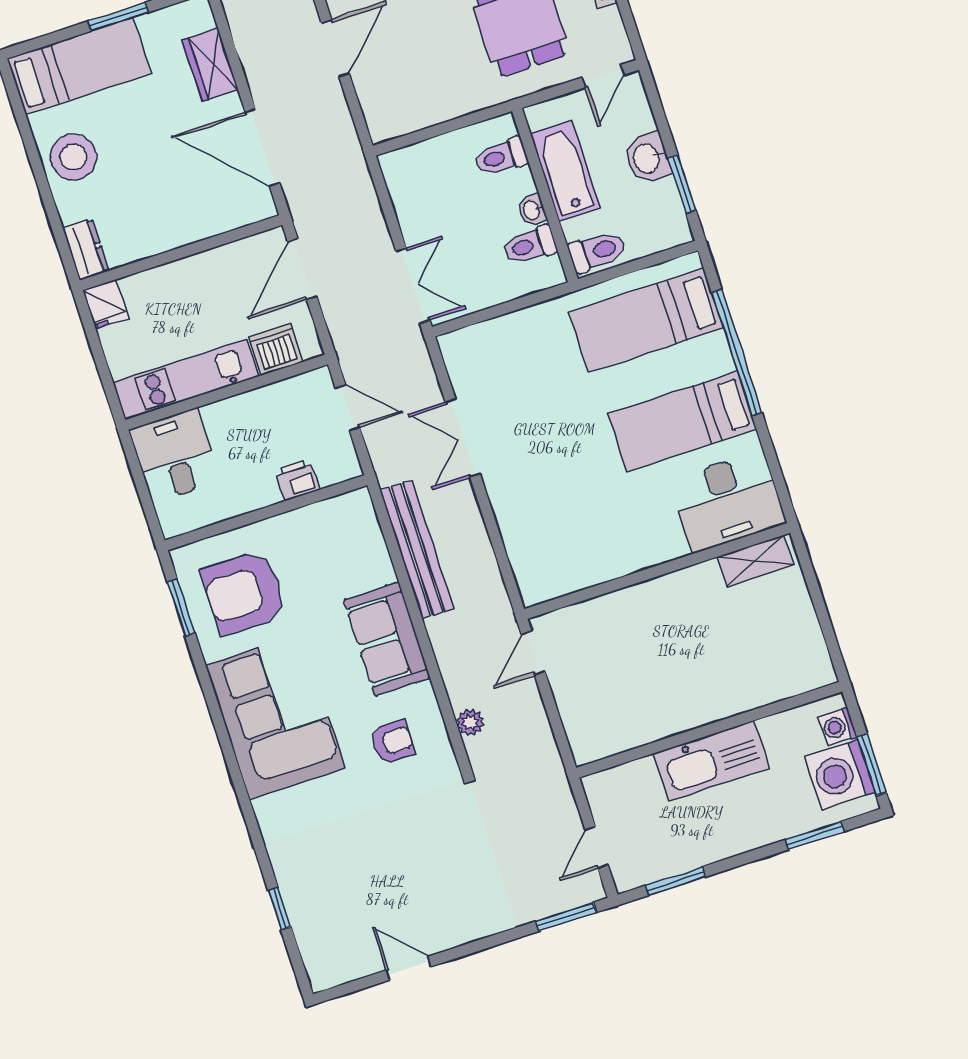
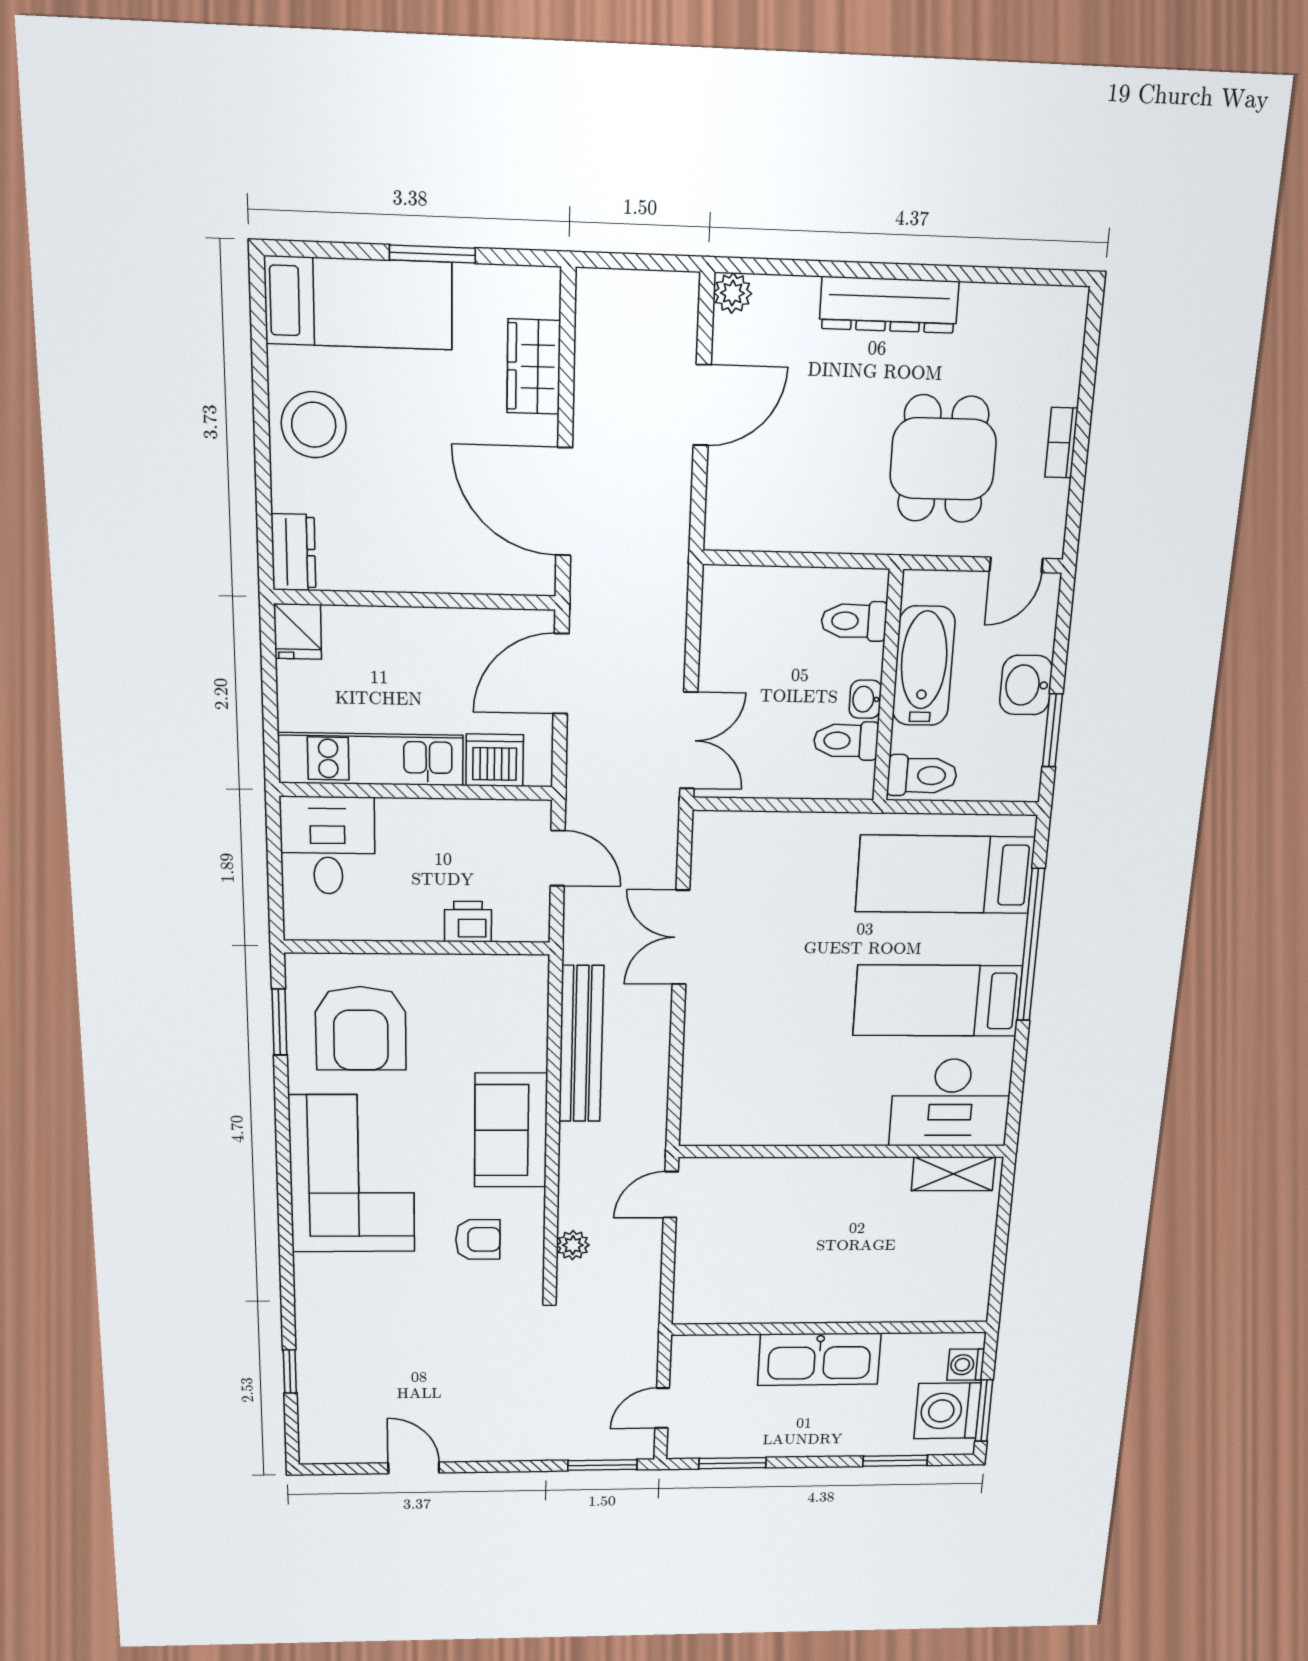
armchair: (244, 592) -> (361, 1028), turned -90

